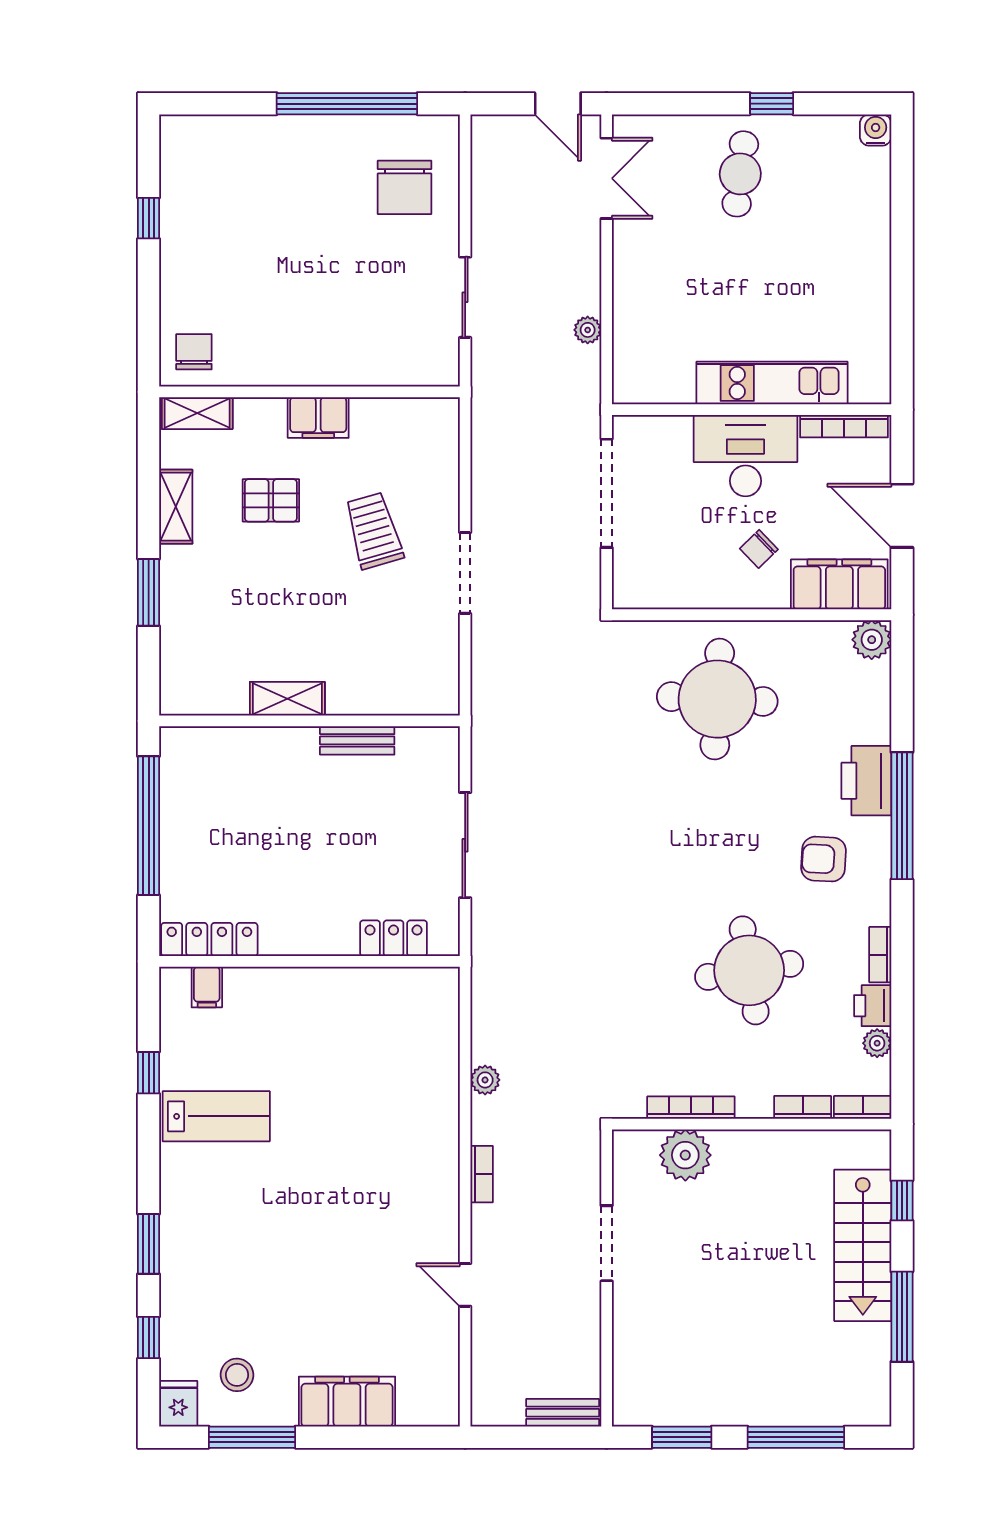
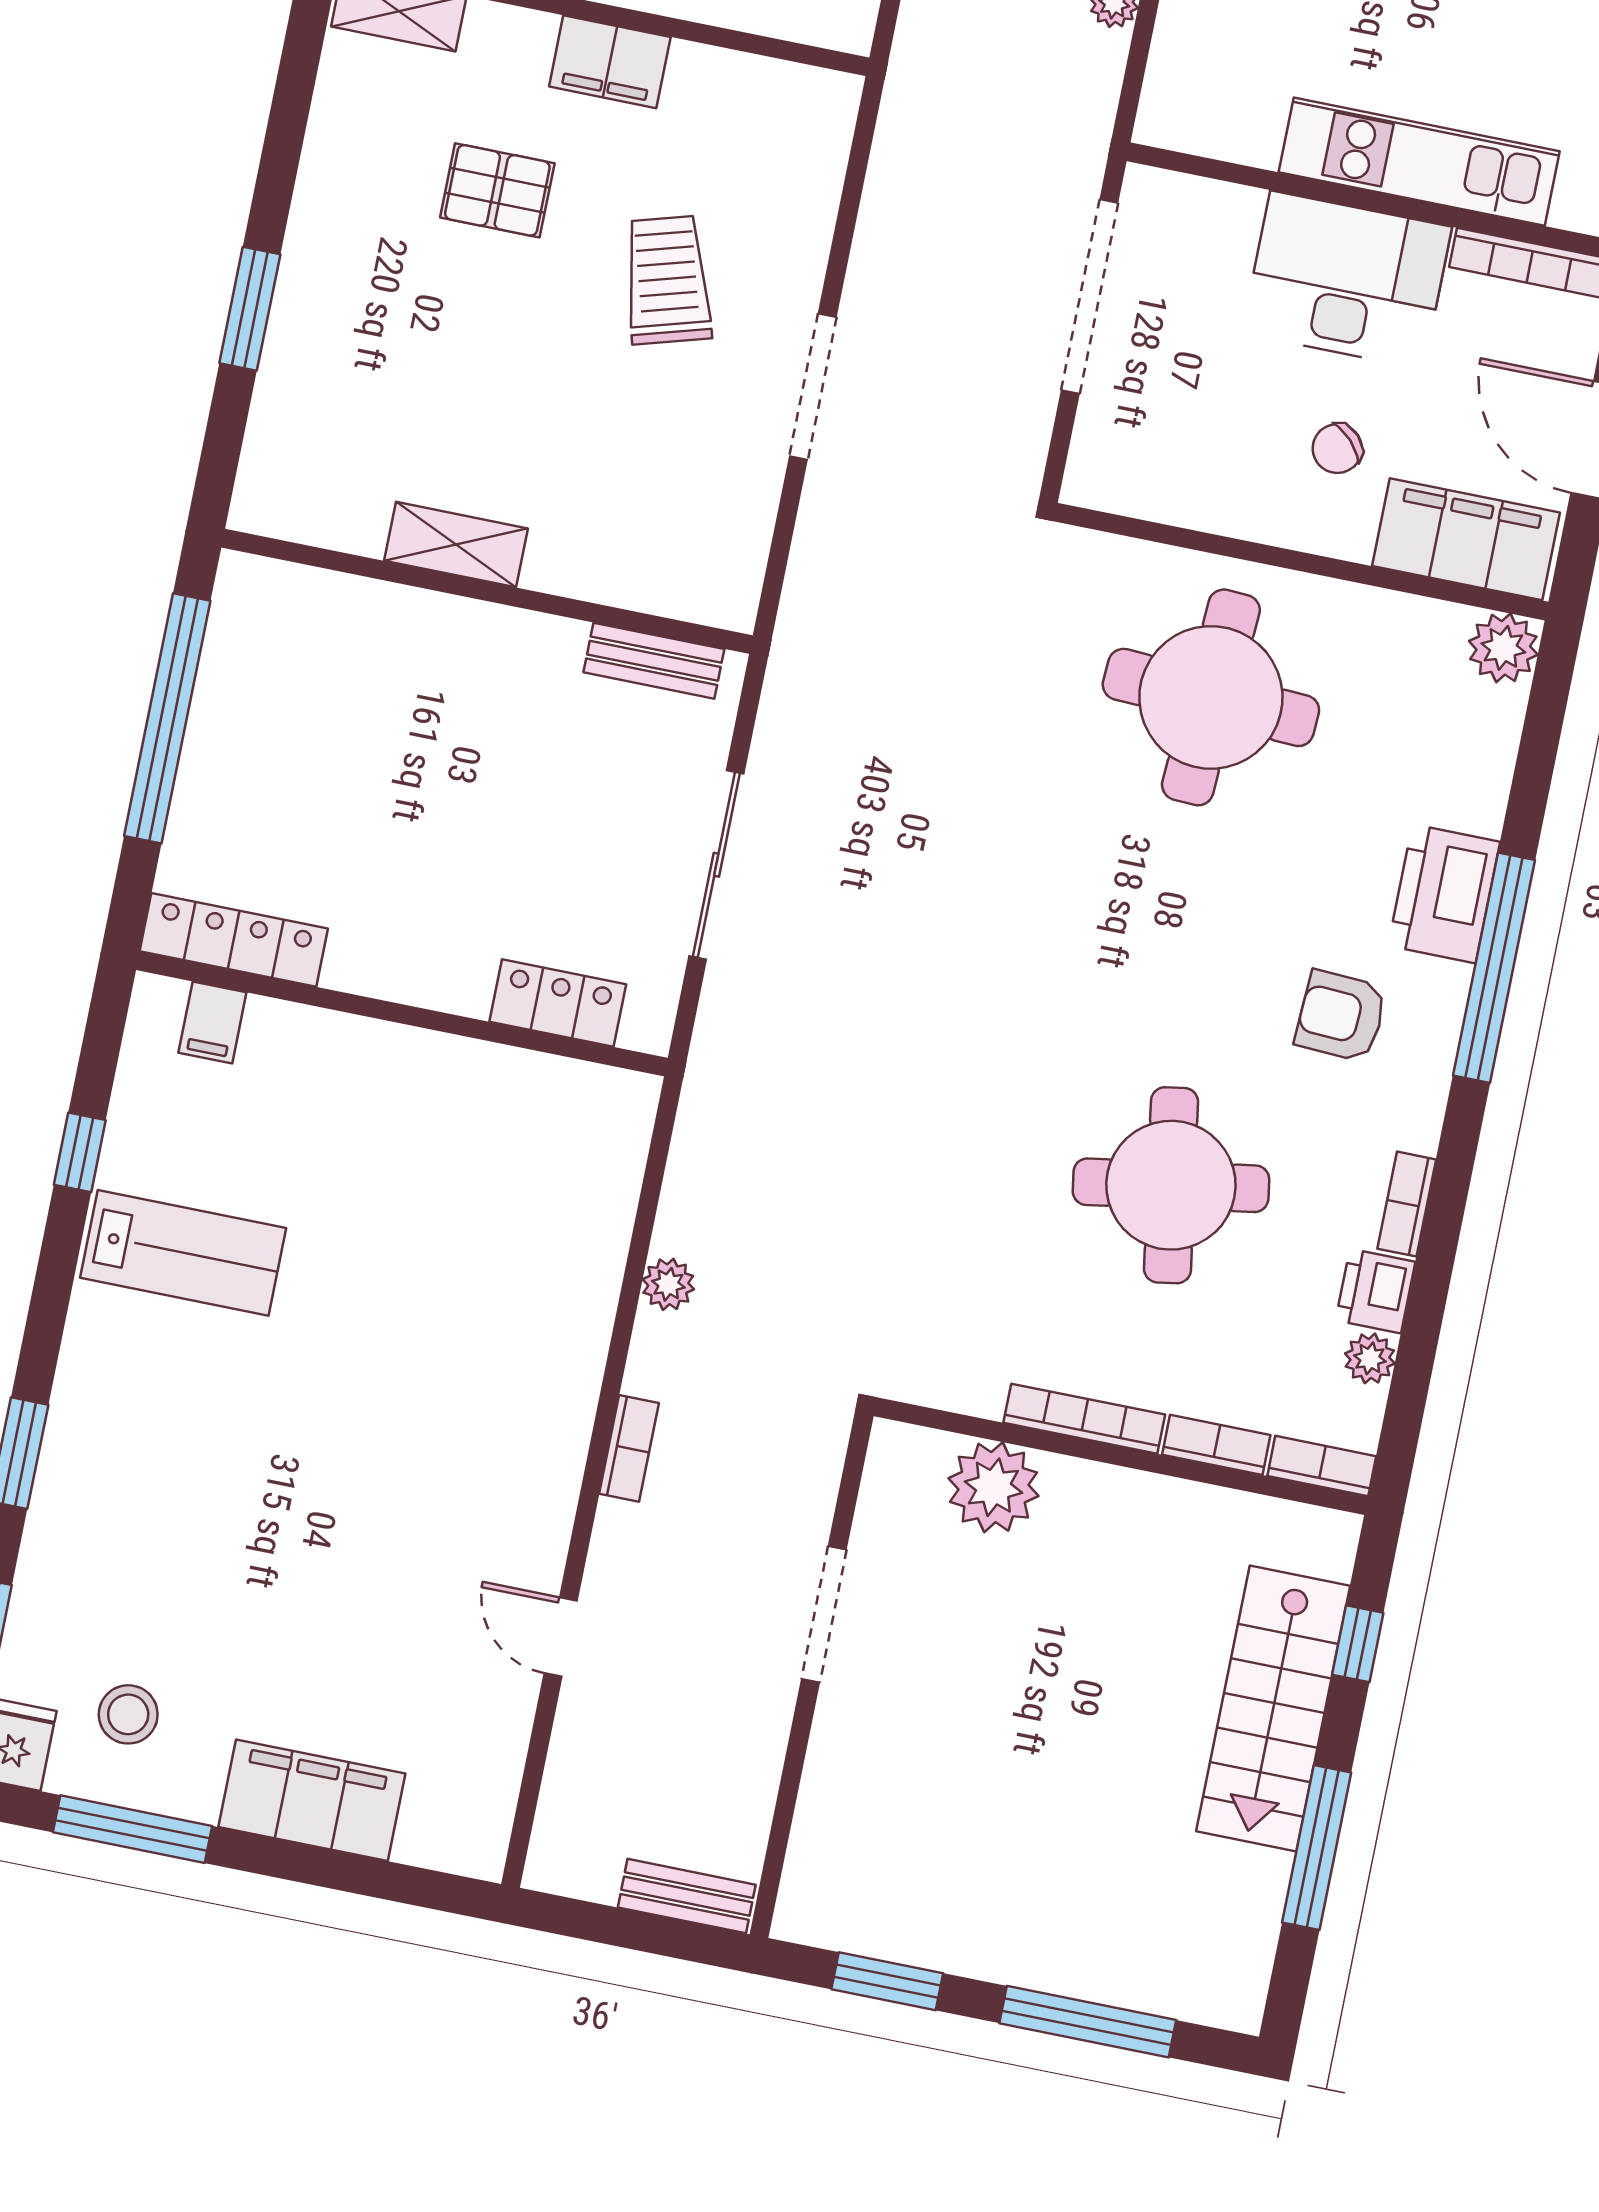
shelving: (176, 507) -> (328, 168), removed
bench: (357, 740) -> (654, 661), moved
bookcase: (691, 1108) -> (1084, 1419), moved

